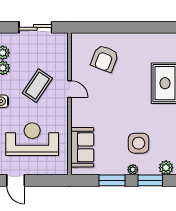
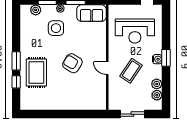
armchair: (105, 59) -> (72, 63), moved, turned -80
sofa: (82, 147) -> (92, 13), moved, turned -90

